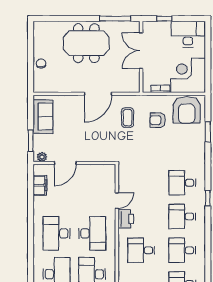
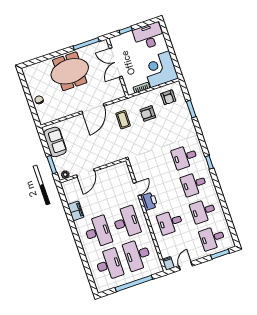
armchair: (187, 110) -> (168, 97), width x0.53, depth x0.53
filing cabinet: (40, 185) -> (76, 211), moved
desk: (57, 233) -> (98, 232), turned 180

